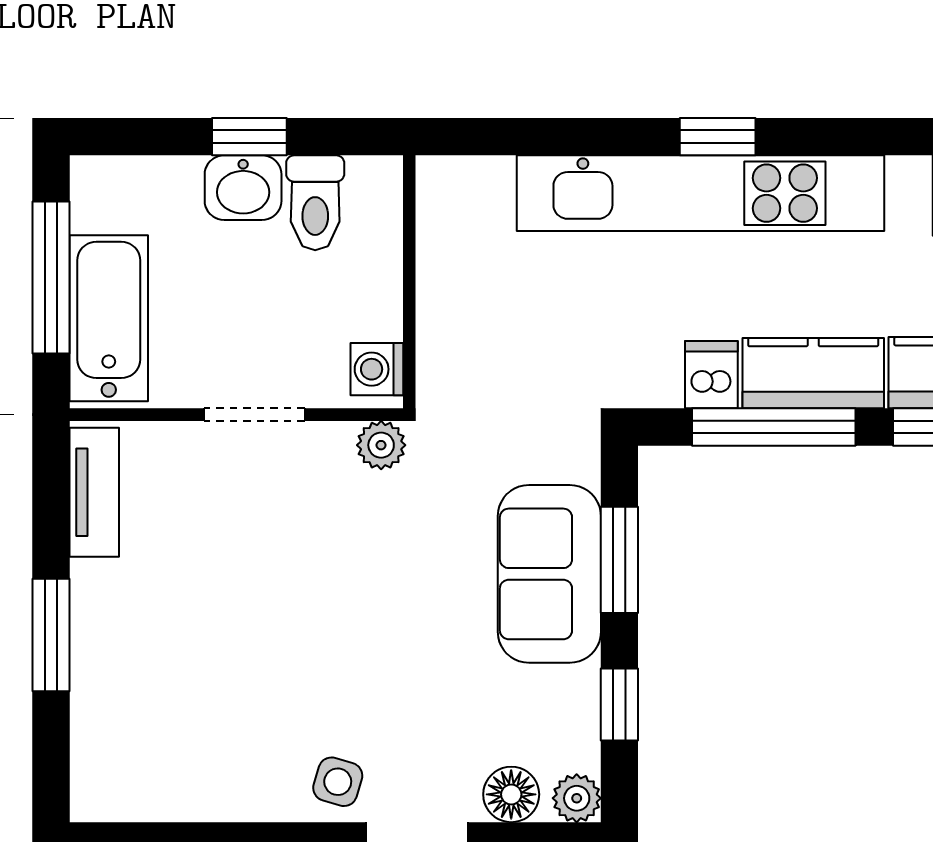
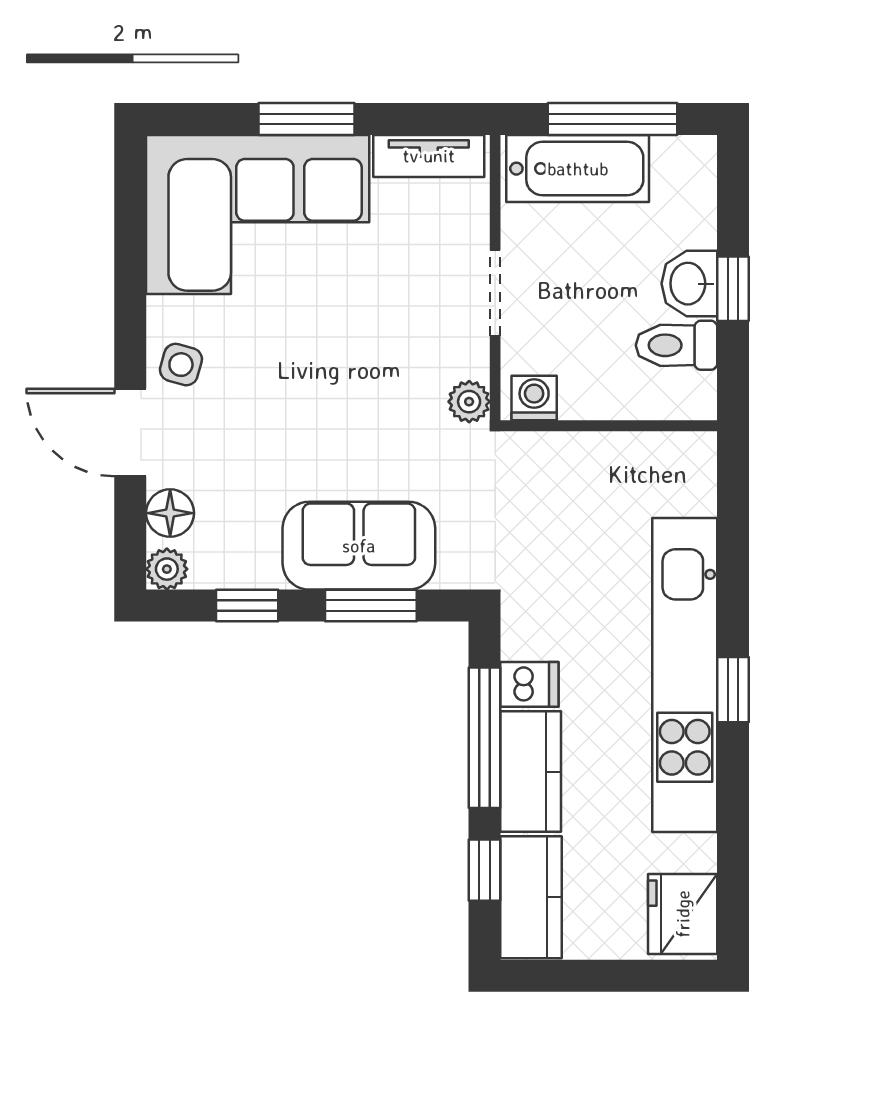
corner sofa: (162, 692) -> (258, 215), added

